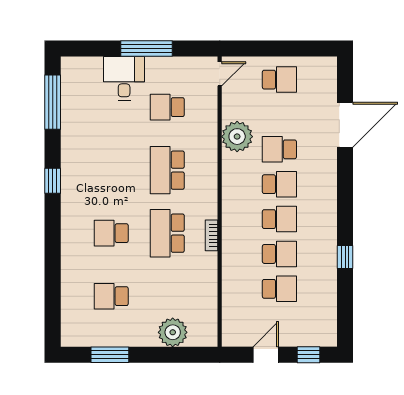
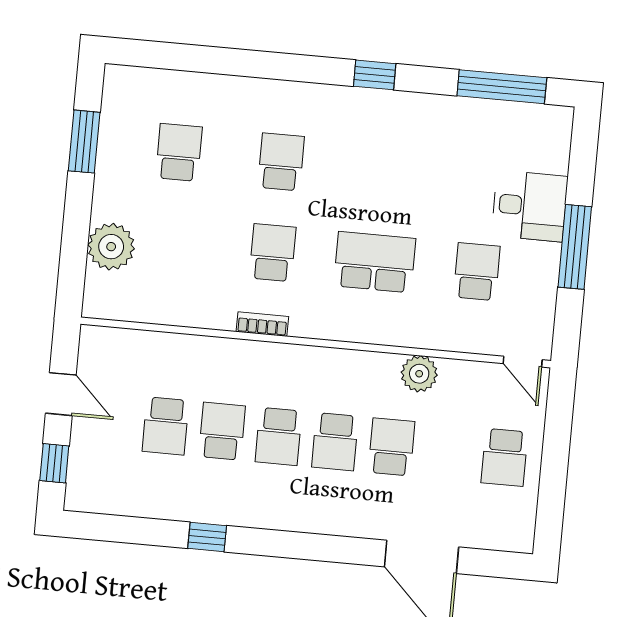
plant: (237, 137) -> (419, 374), width x0.73, depth x0.73
school desk: (167, 233) -> (273, 253), width x0.54
school desk: (279, 254) -> (222, 431), turned 180

